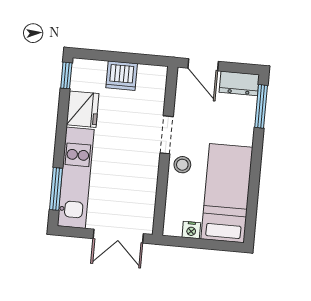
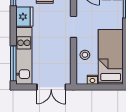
stool: (182, 165) -> (85, 55), moved
window: (56, 189) -> (13, 63), width x1.44

